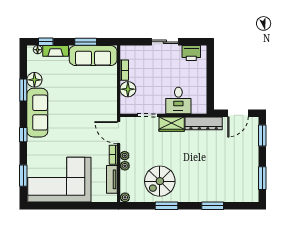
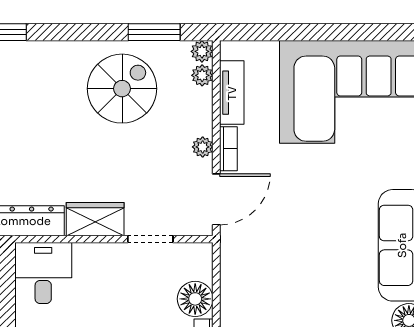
desk: (178, 101) -> (43, 273), moved
door: (119, 133) -> (216, 199), hinge flipped
plant: (125, 166) -> (202, 75), moved
window: (167, 206) -> (154, 32), moved

